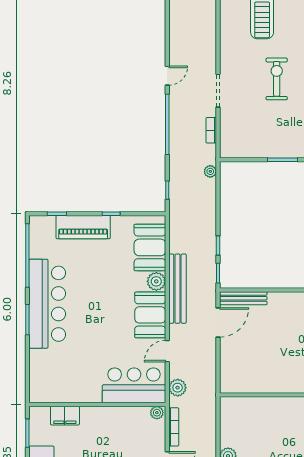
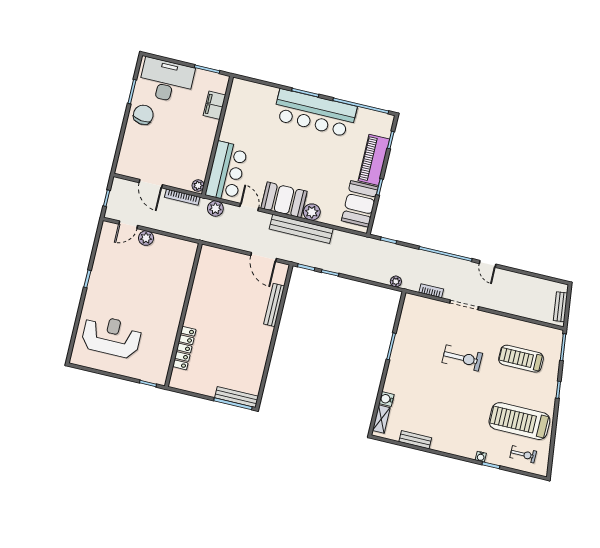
booth: (150, 247) -> (360, 204), moved, turned 90
bench: (243, 298) -> (274, 305), moved

